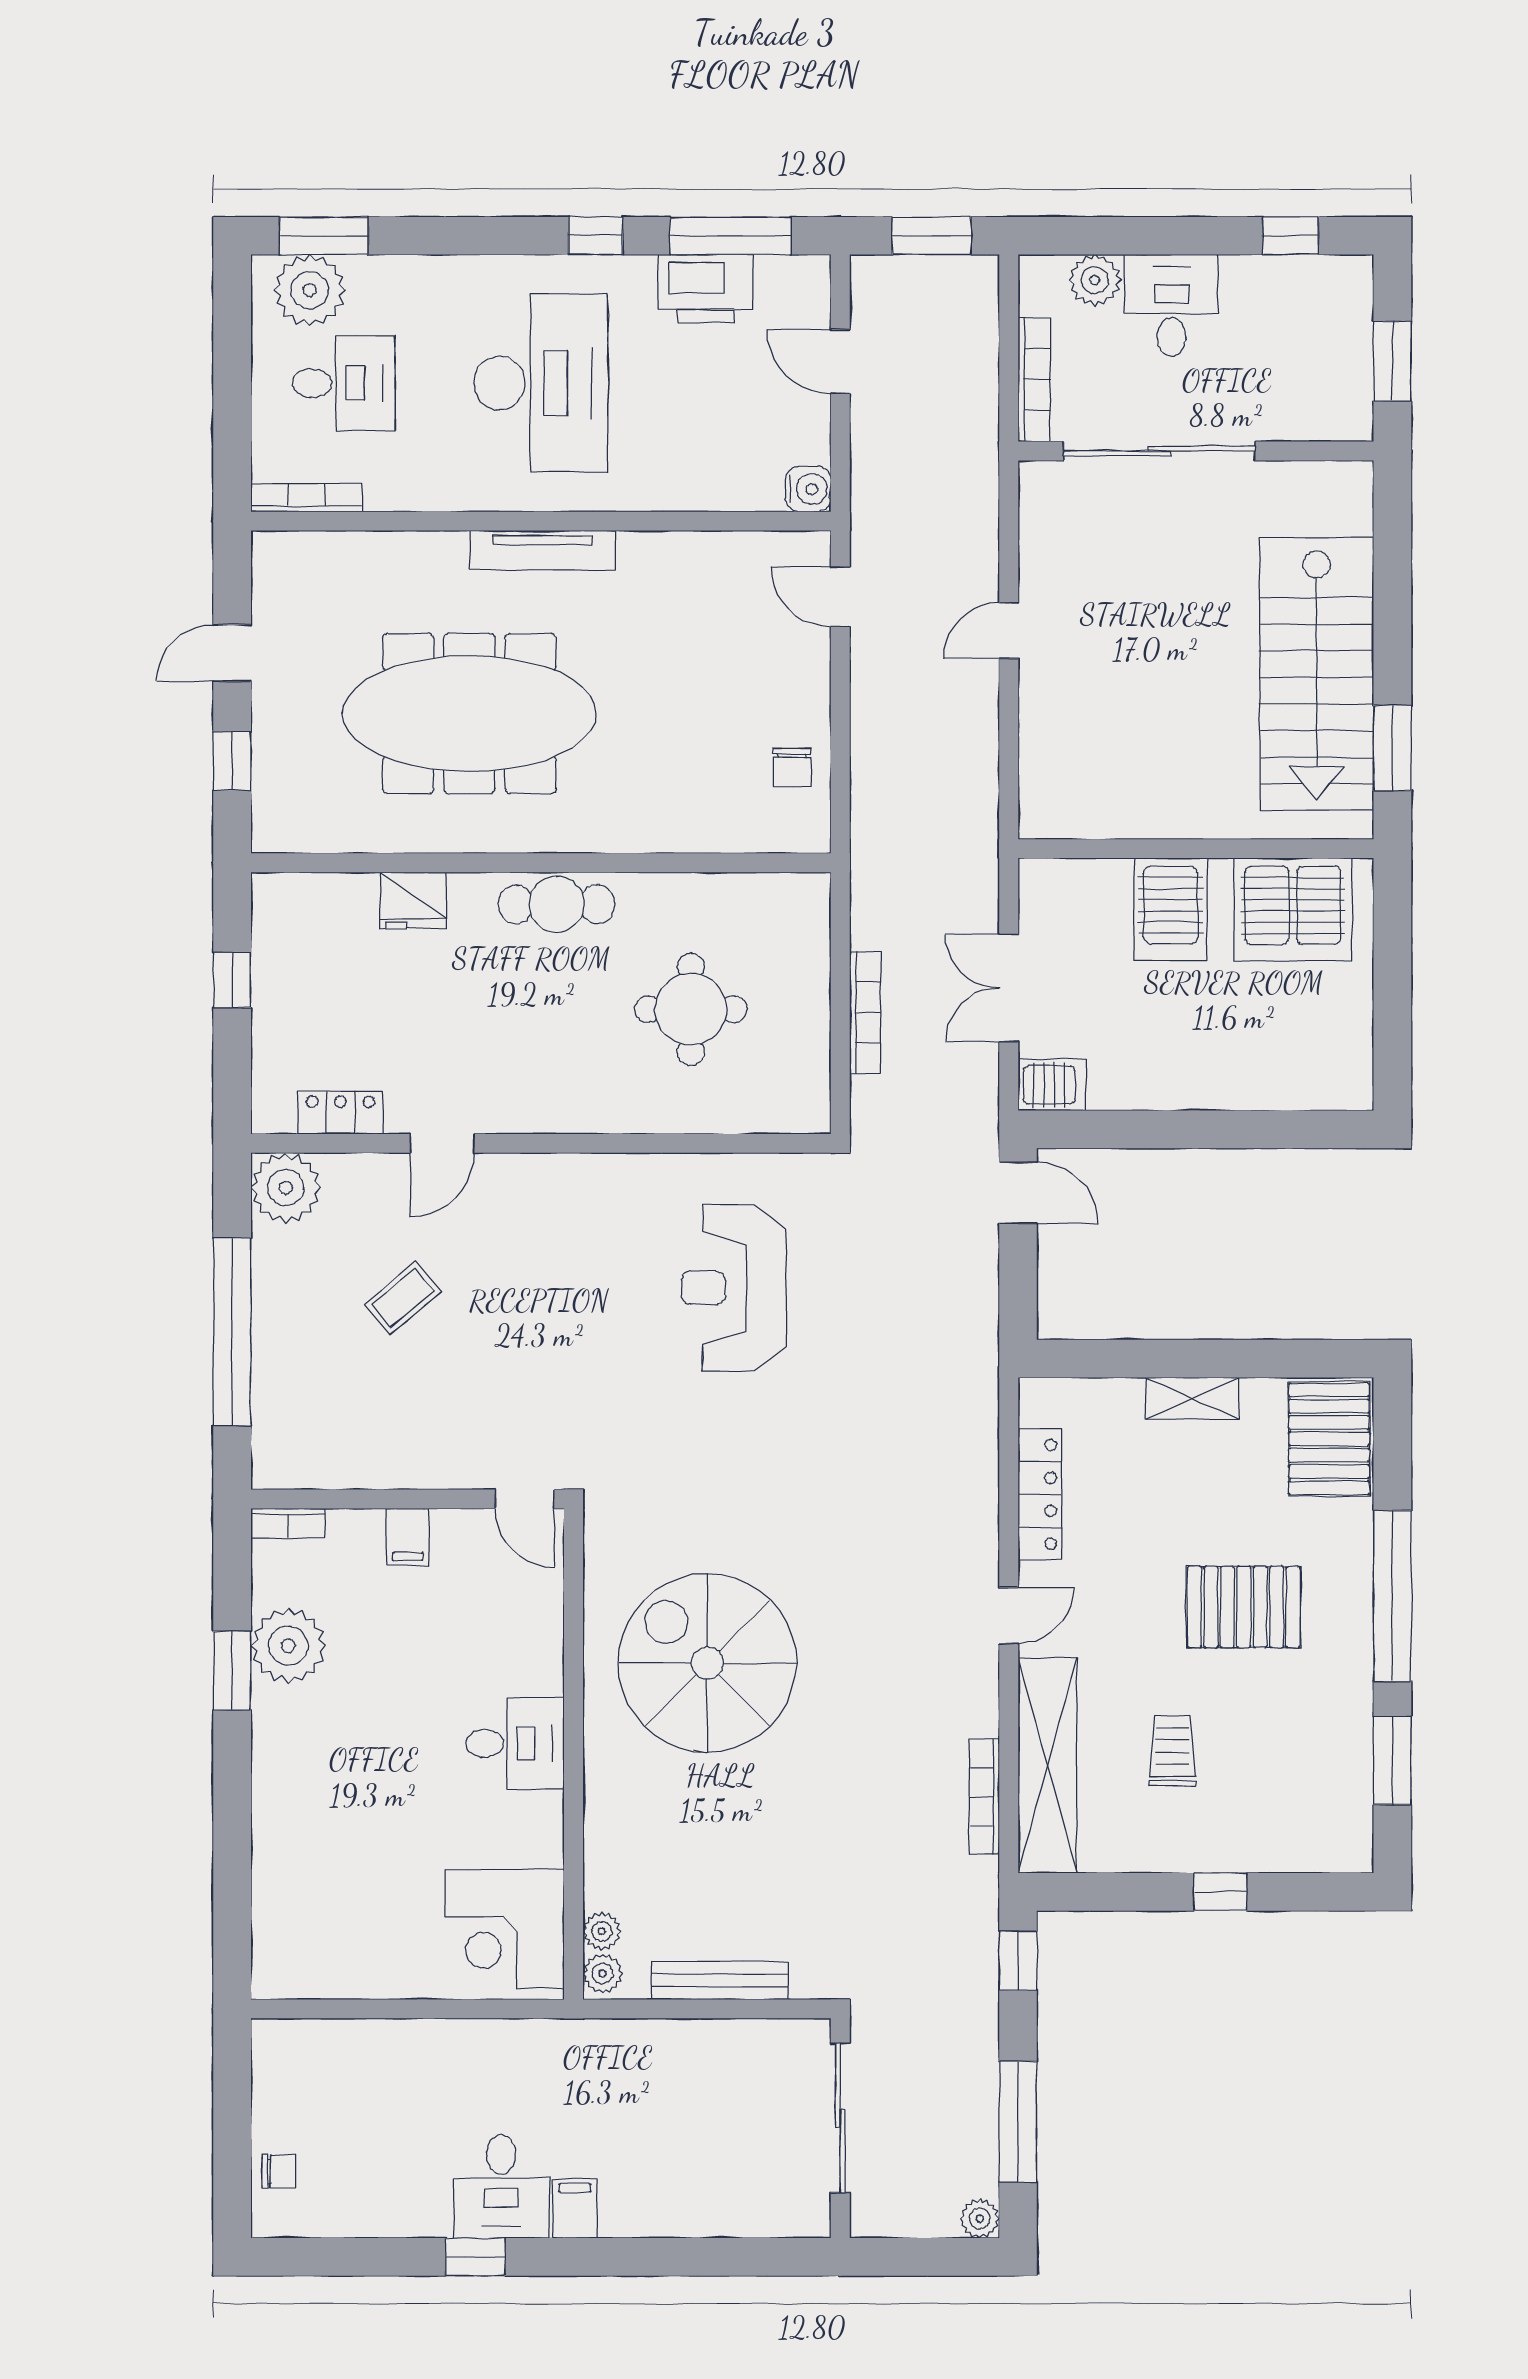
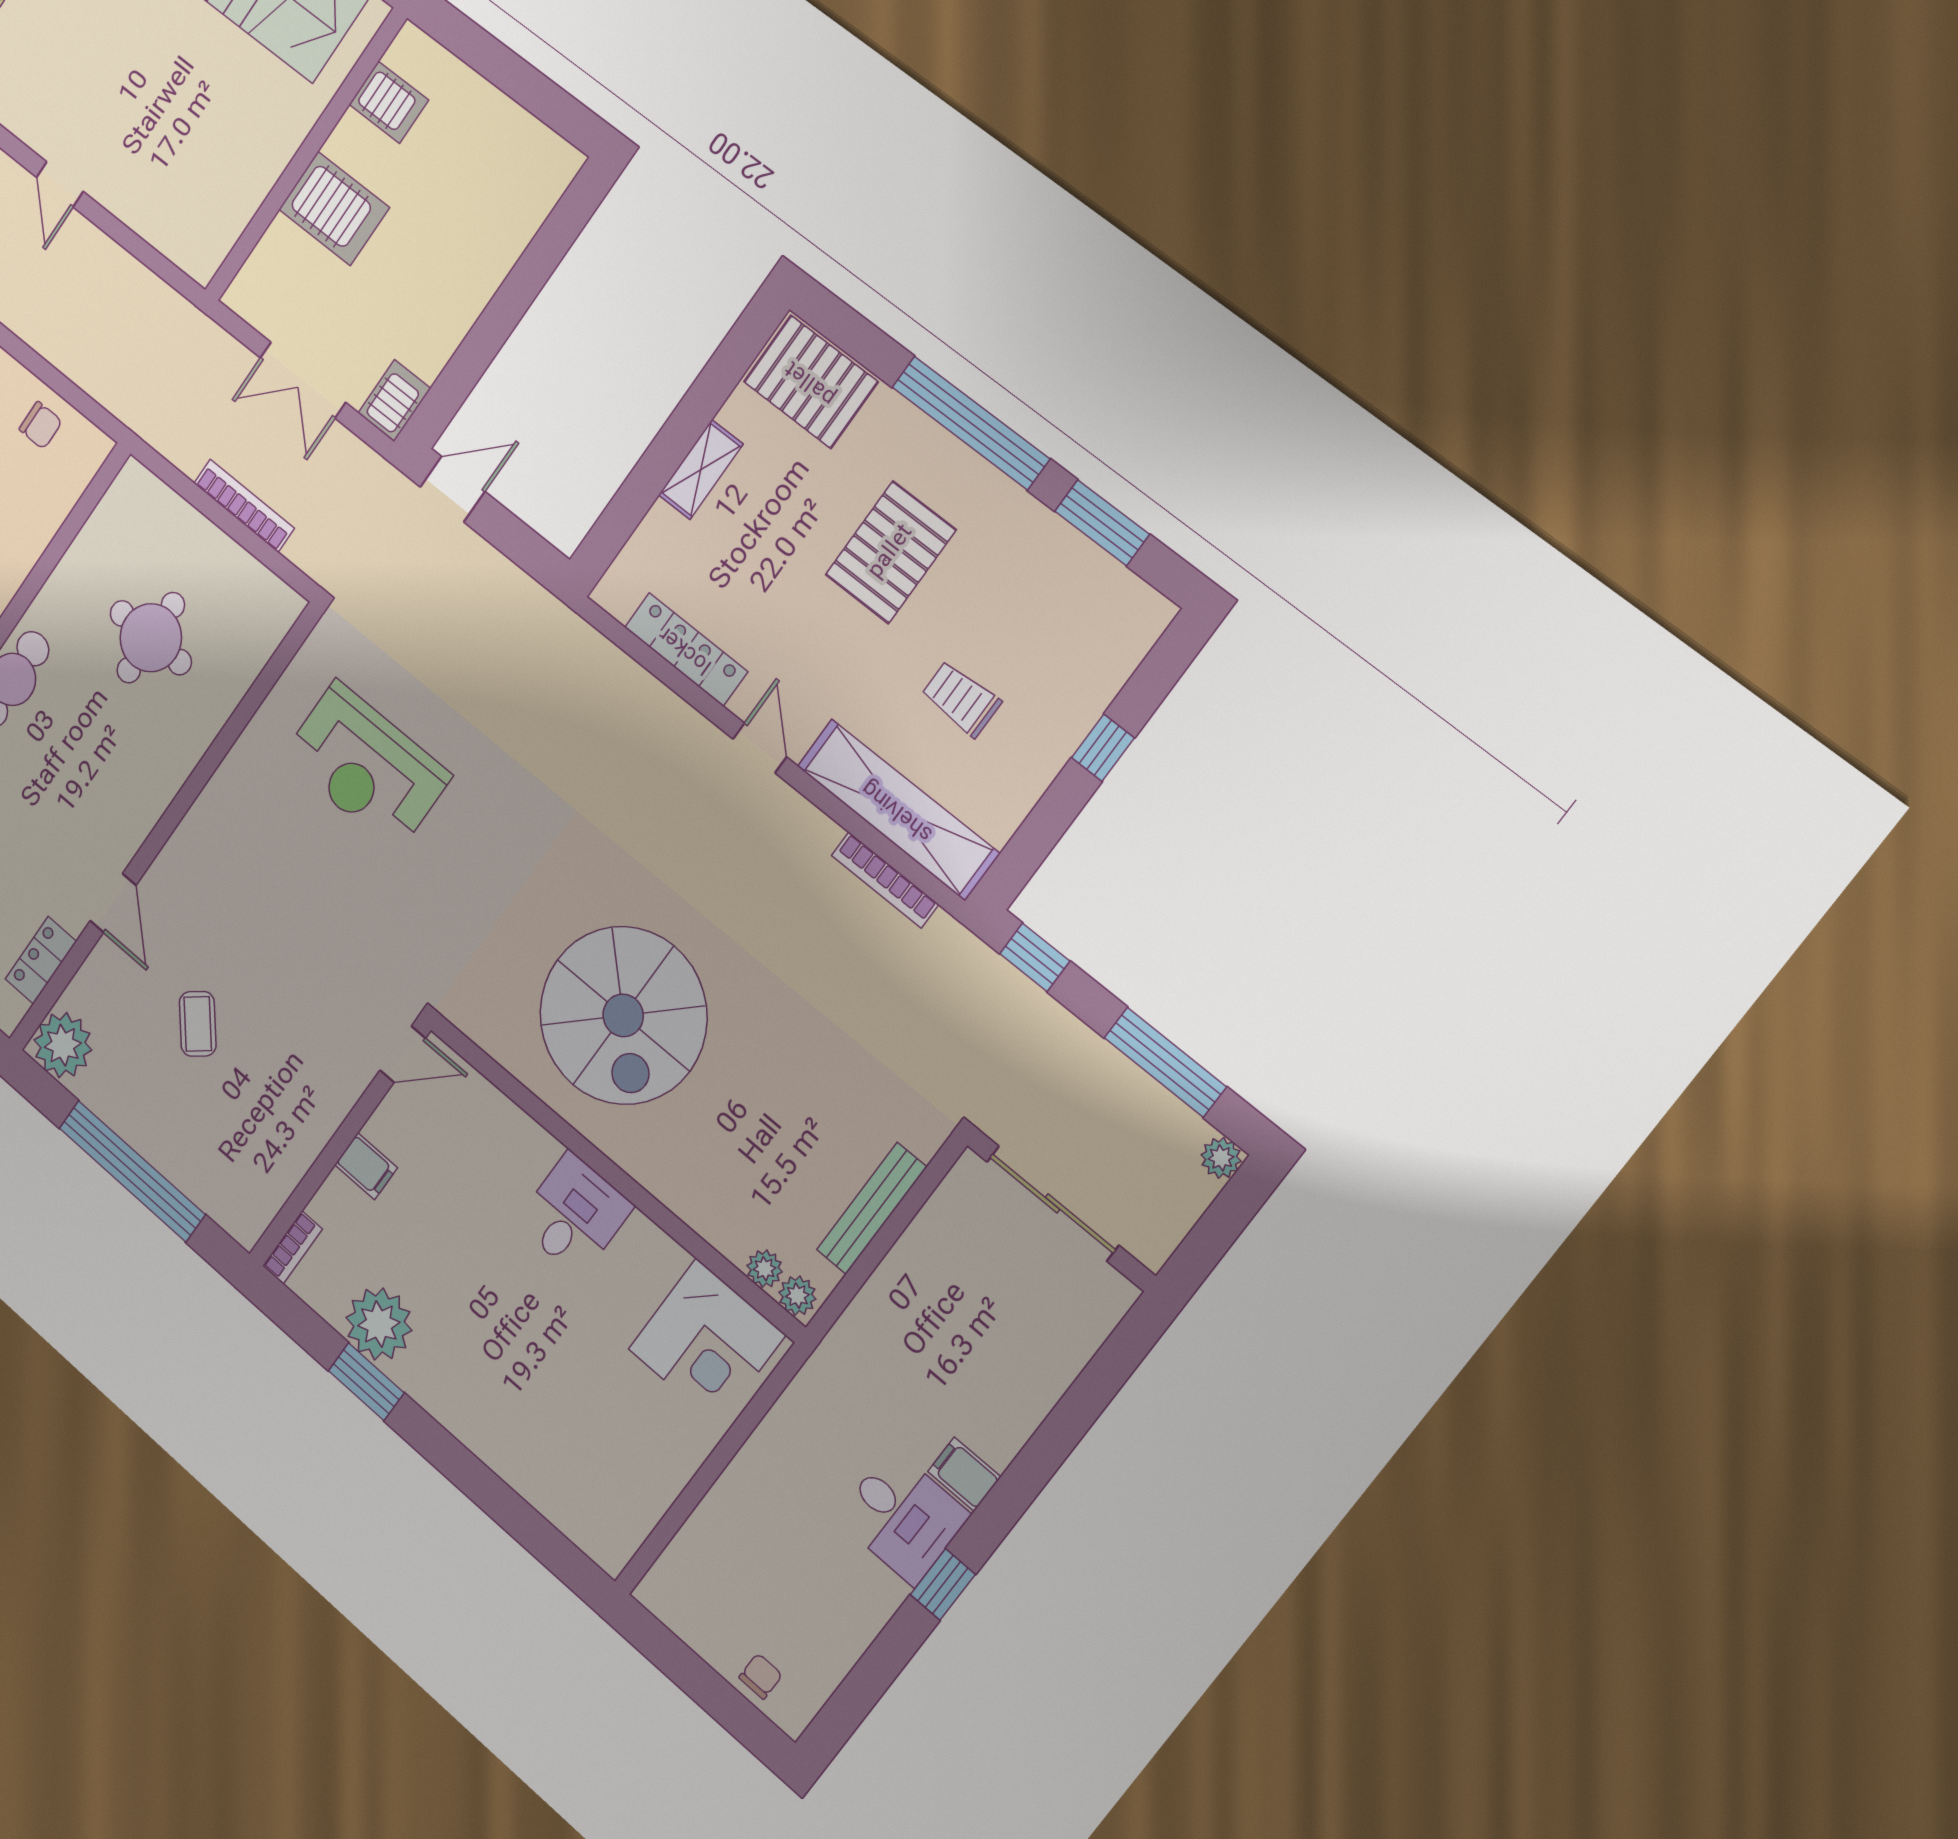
server rack: (1293, 909) -> (389, 102), width x0.46, depth x0.70
spiral stairs: (707, 1663) -> (623, 1015), turned -90

